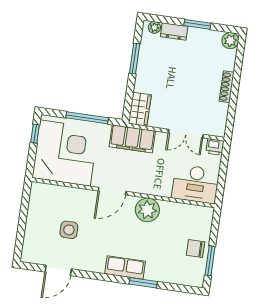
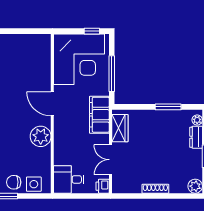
wardrobe: (140, 109) -> (120, 128), moved, turned -90
desk: (196, 184) -> (69, 179), width x0.73
side table: (69, 230) -> (34, 184), moved
chair: (196, 249) -> (14, 182), turned -90

